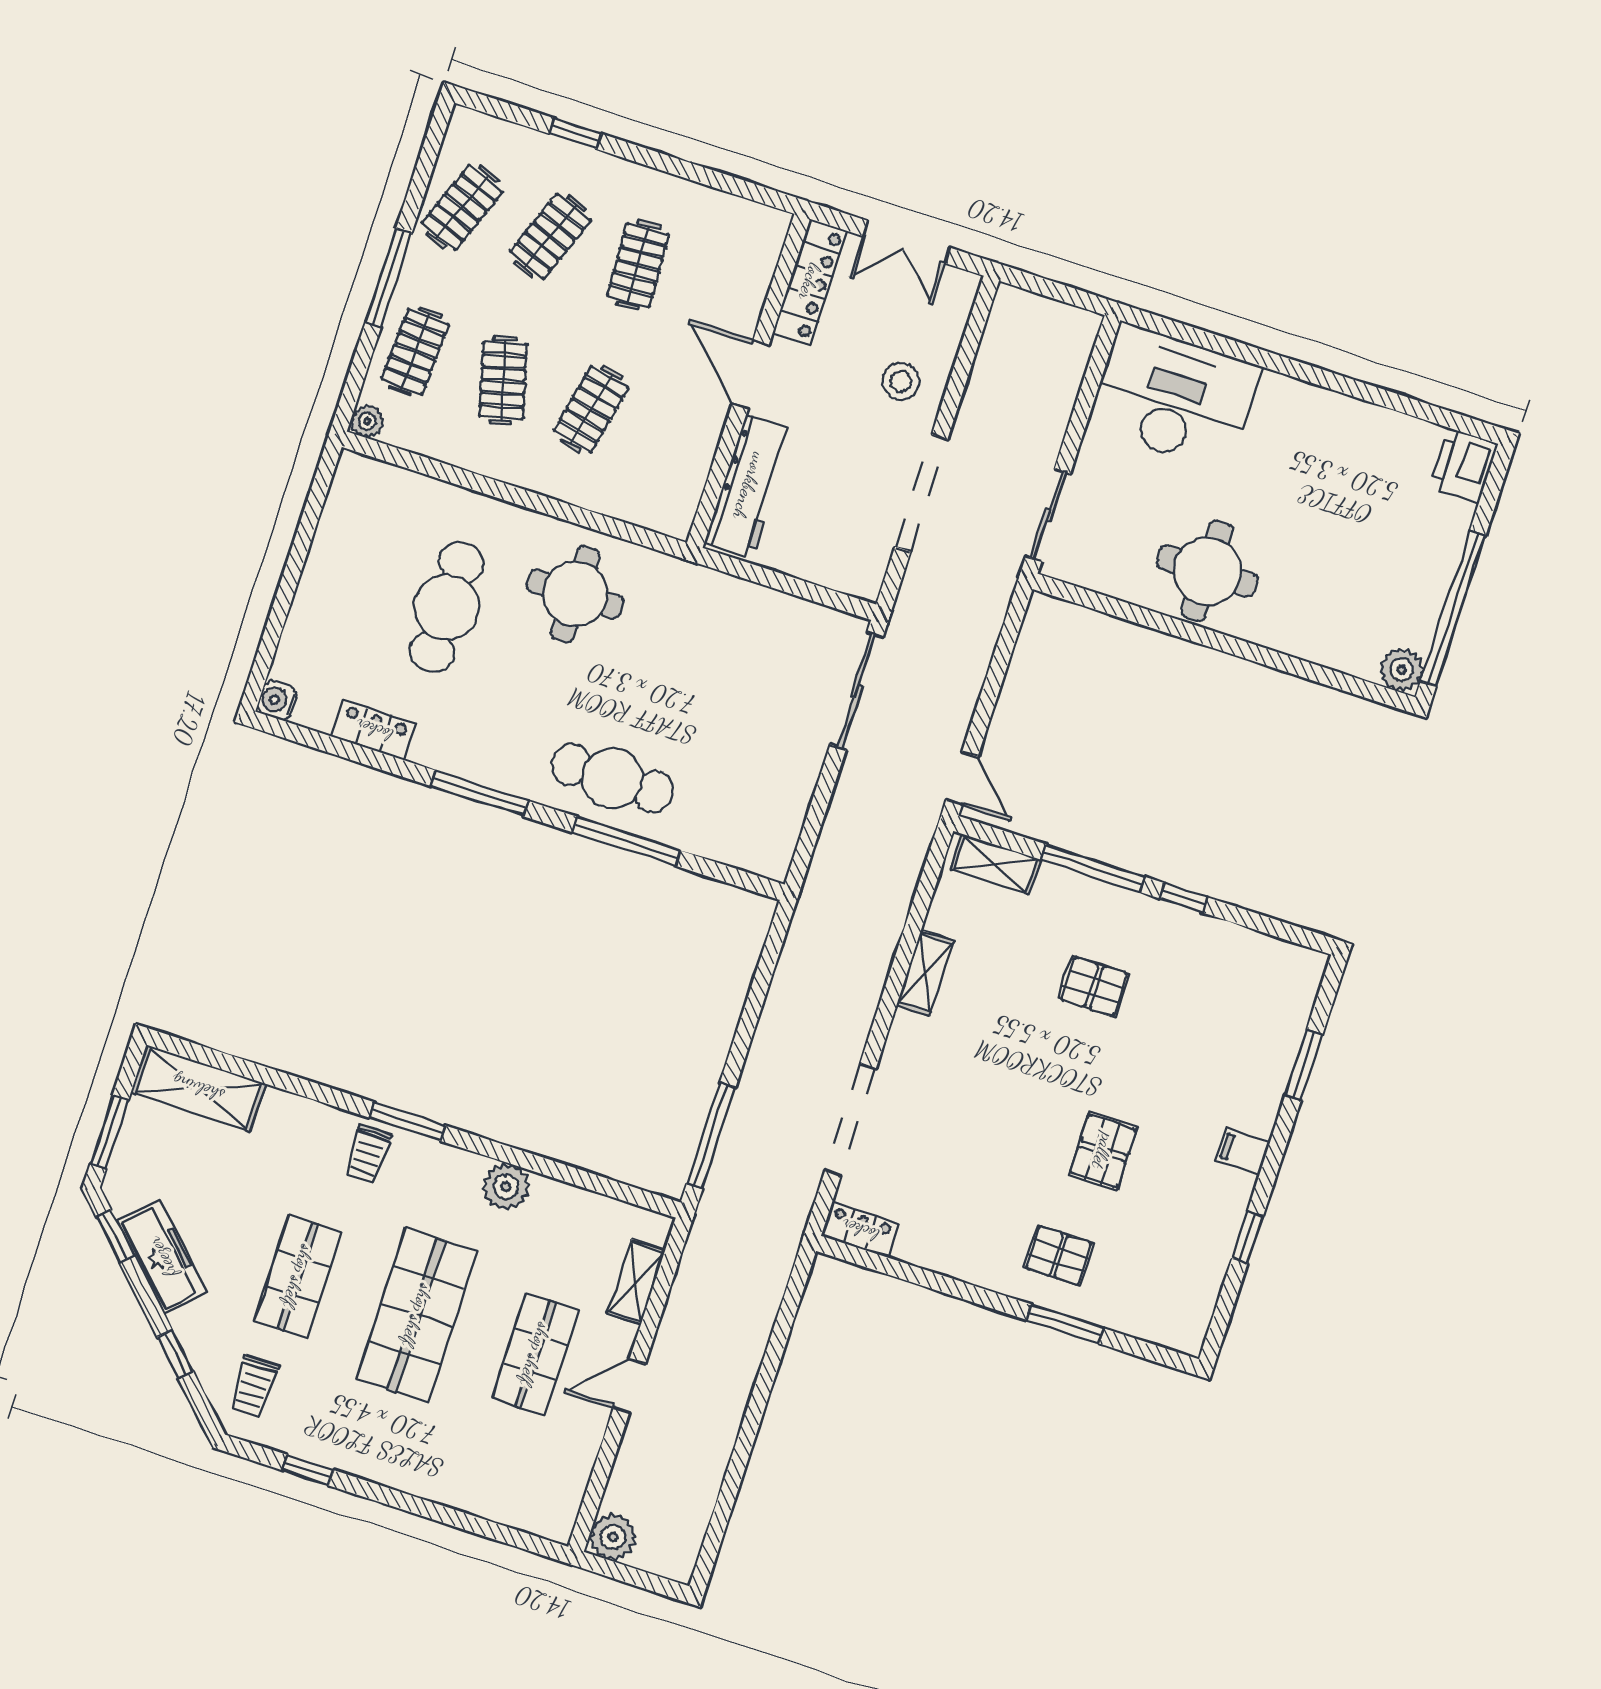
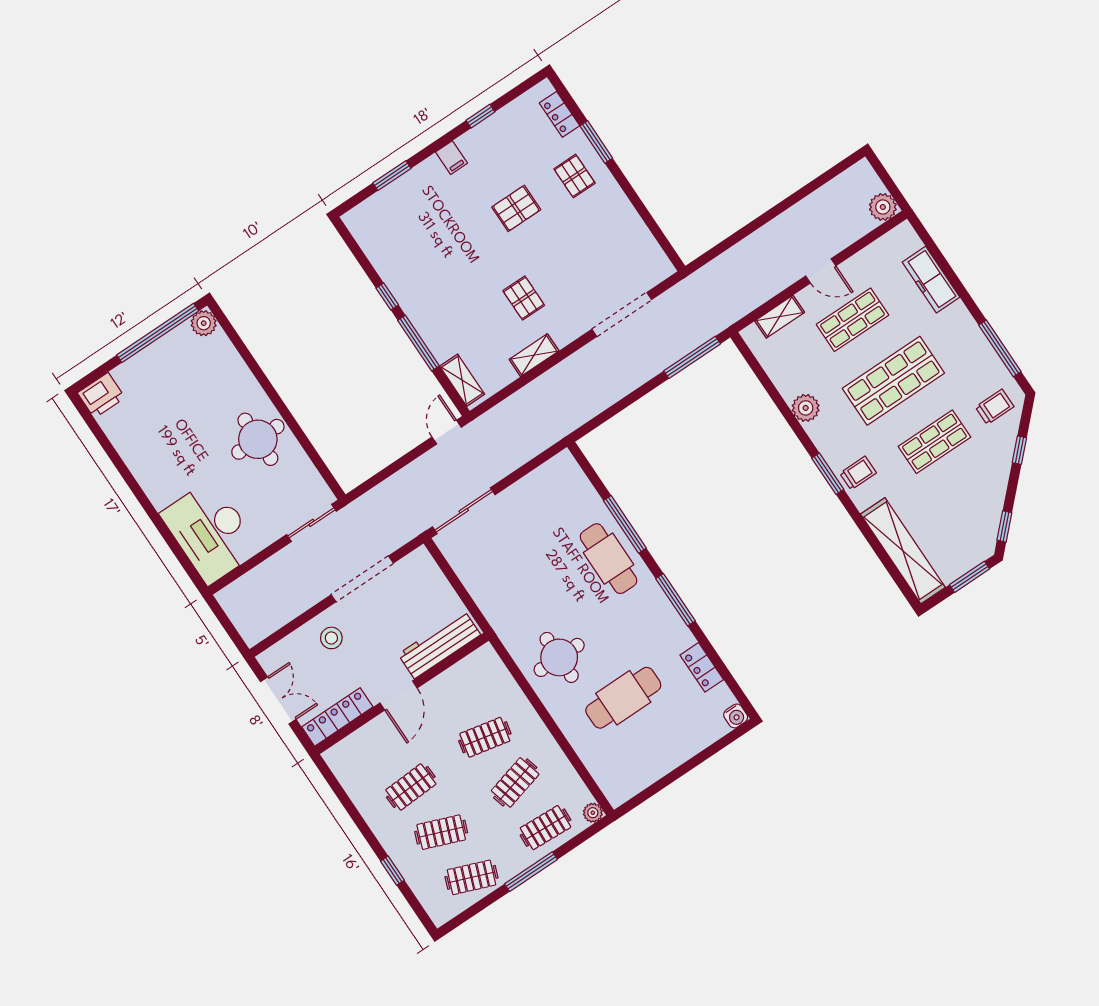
pallet: (1094, 987) -> (524, 298), moved
shelving: (198, 1088) -> (903, 551), width x1.47
locker: (860, 1230) -> (559, 114), moved
freezer: (162, 1257) -> (931, 280), moved, turned -45
window: (308, 1470) -> (1000, 348), width x2.17

